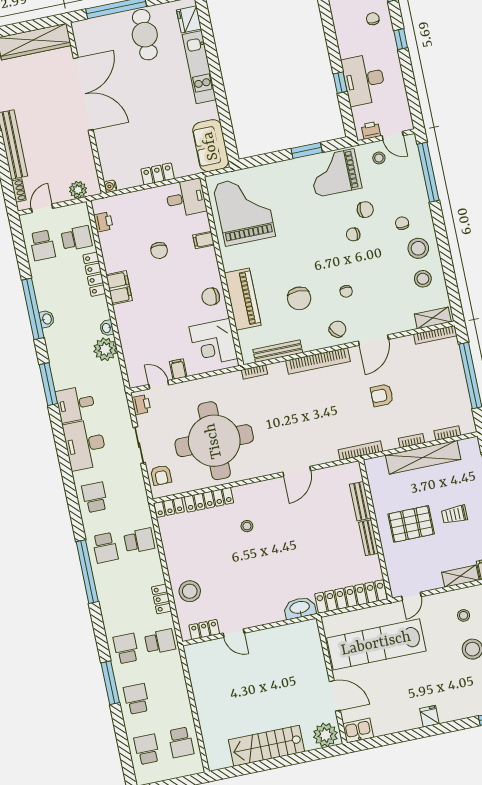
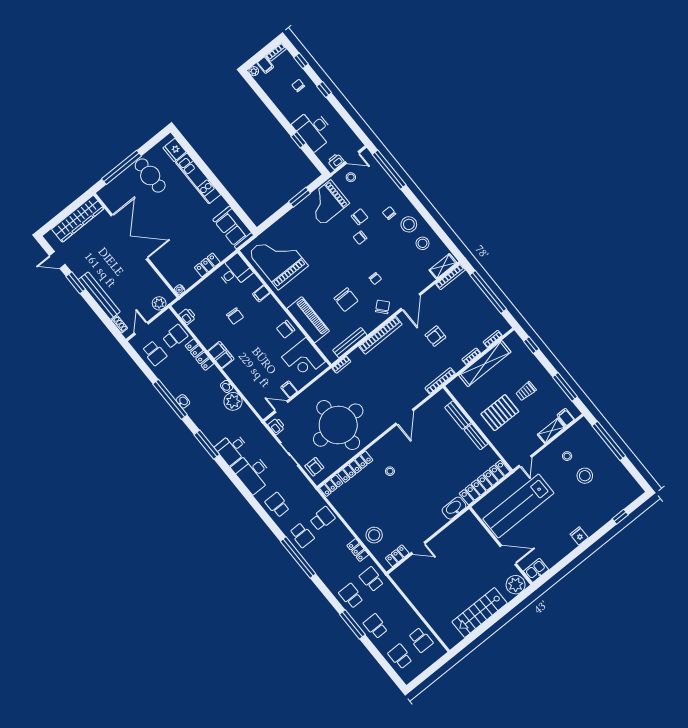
school desk: (160, 641) -> (372, 579), turned -90

